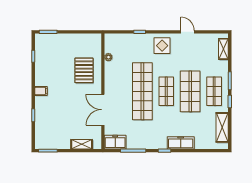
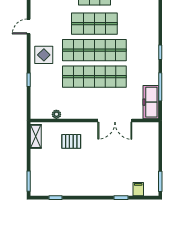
pallet: (84, 70) -> (71, 141), width x0.67, depth x0.71
filing cabinet: (41, 91) -> (138, 189), moved
shop shelf: (166, 91) -> (94, 50), width x2.00, depth x1.36
freezer: (115, 142) -> (151, 102), width x1.40
freezer: (181, 143) -> (152, 34), removed
shelving: (82, 144) -> (36, 136), moved

